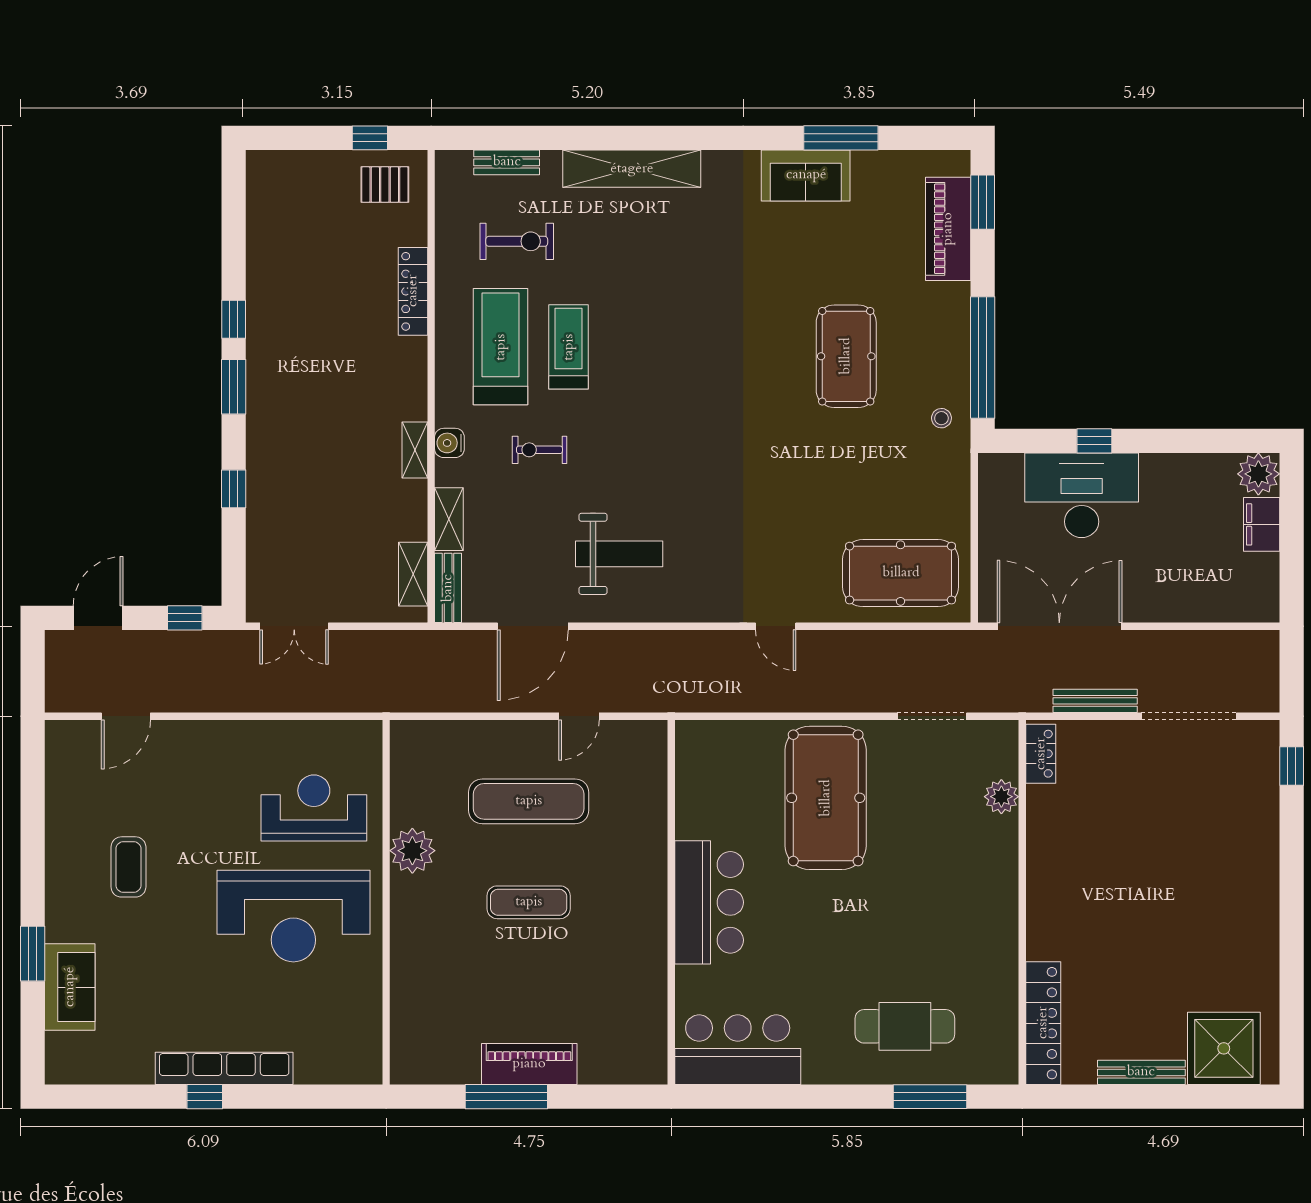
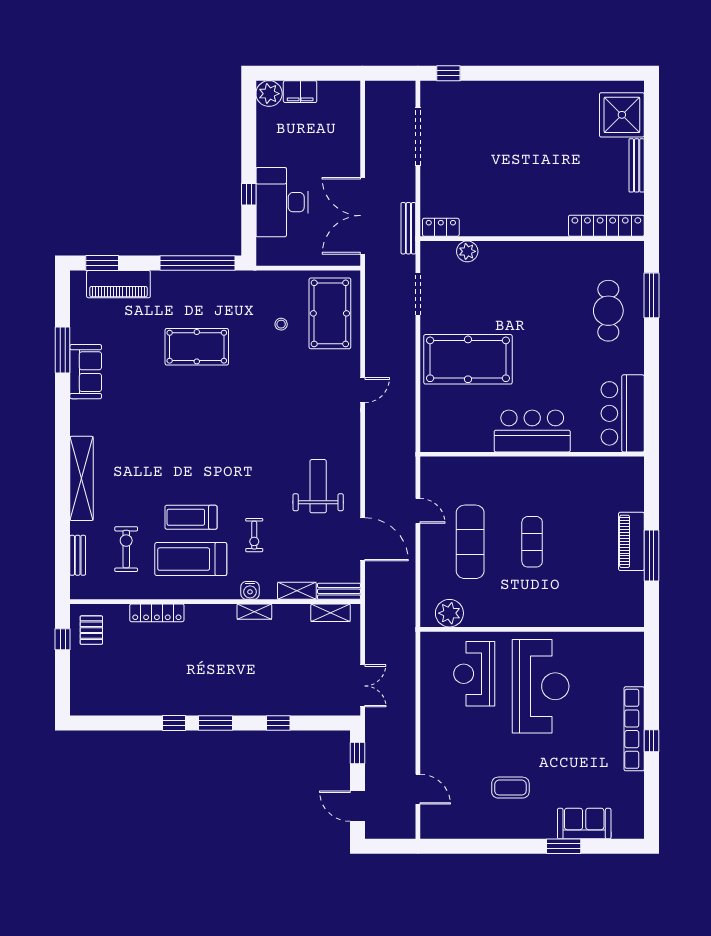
stool: (941, 418) -> (281, 324), moved
bench: (1095, 701) -> (408, 228), moved
plant: (412, 851) -> (449, 613), moved

